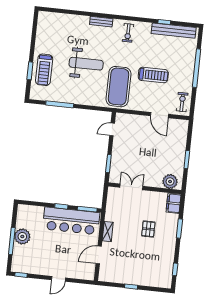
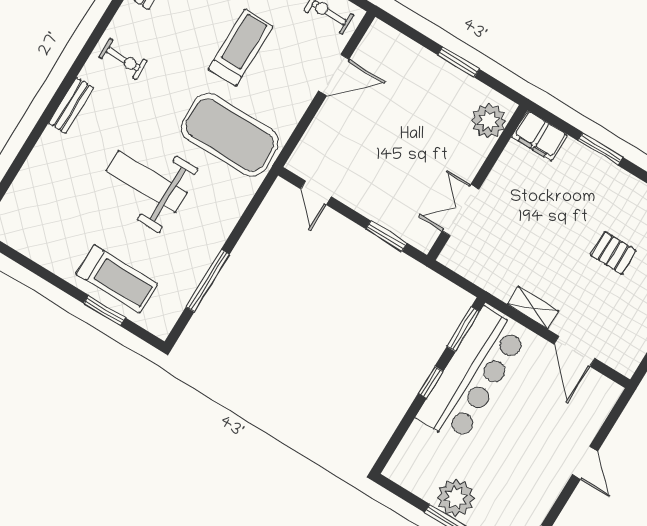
weight bench: (86, 64) -> (147, 182), turned -90
pallet: (148, 229) -> (613, 253), moved

